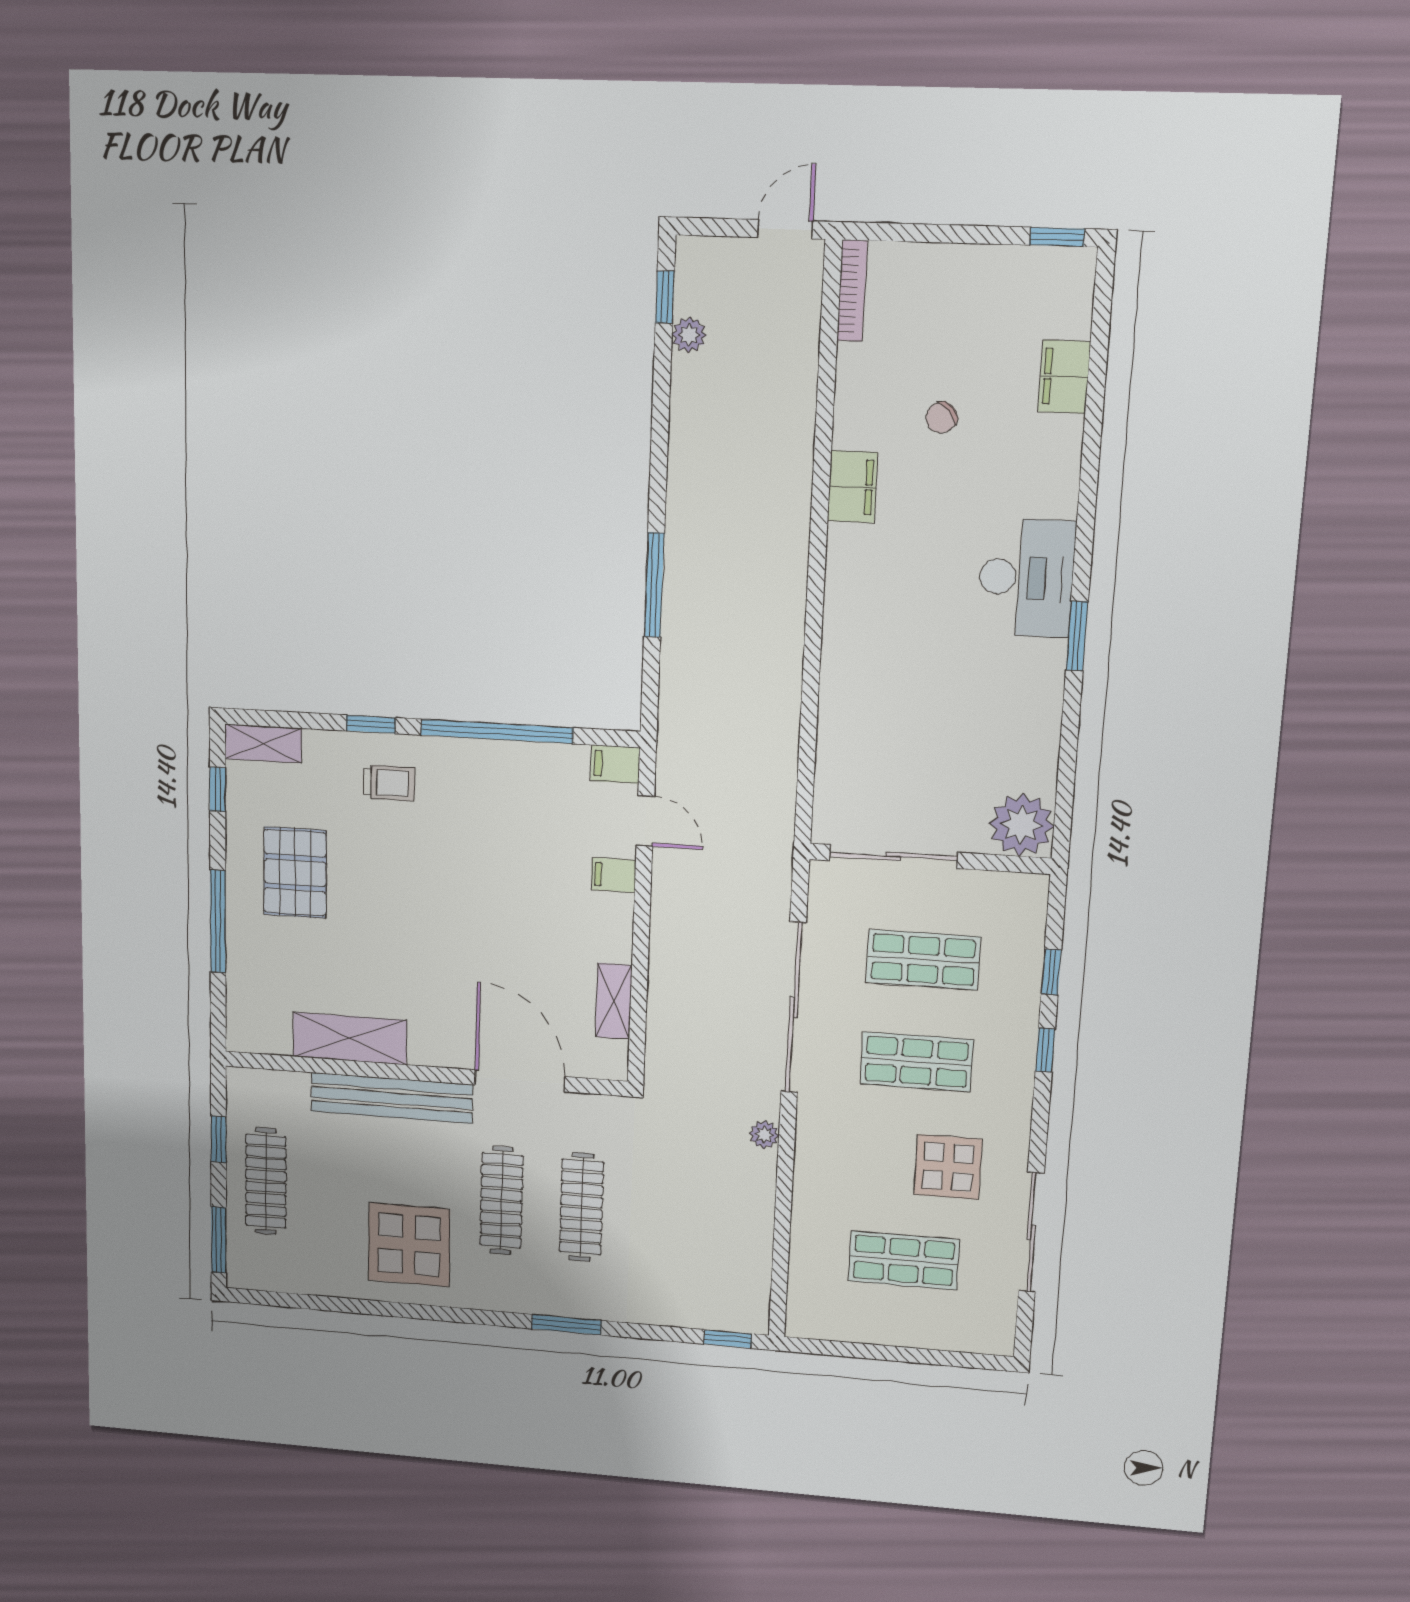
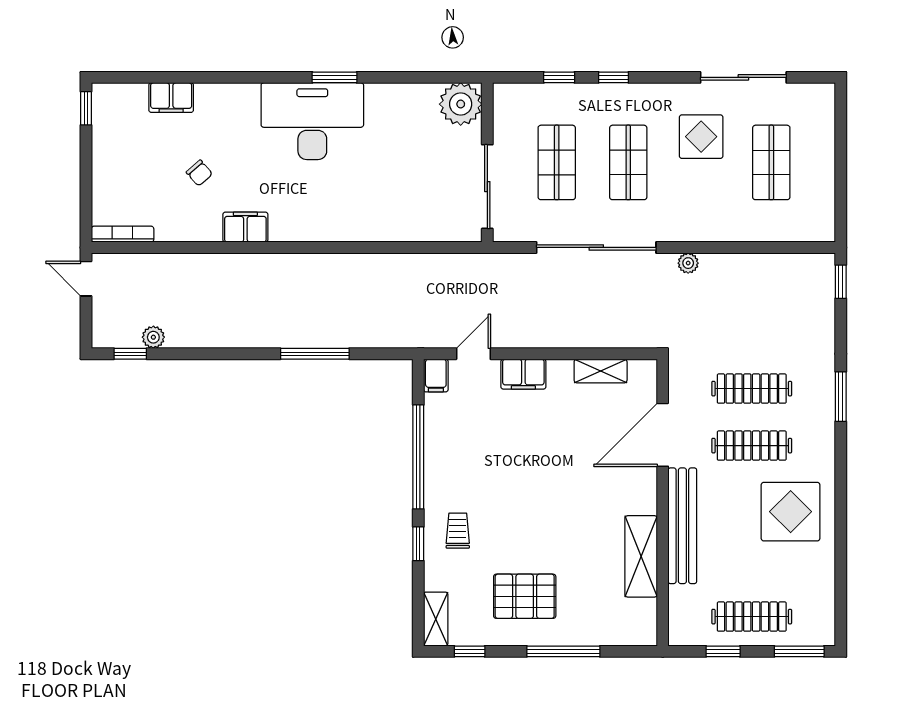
desk: (1026, 578) -> (312, 121), width x1.36, depth x1.30
filing cabinet: (613, 875) -> (523, 374), width x2.00

